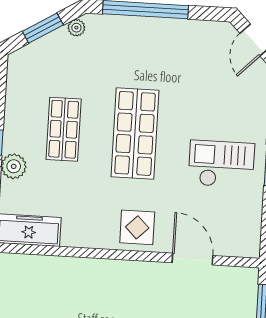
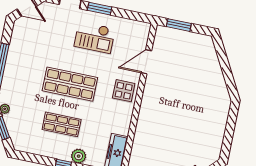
checkout: (221, 164) -> (95, 37), turned -90

